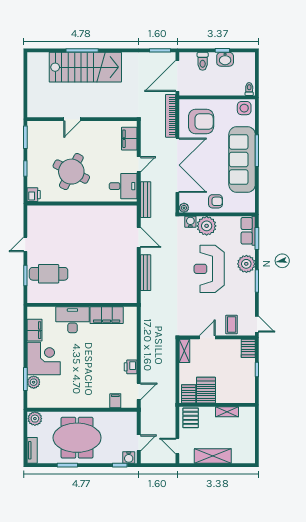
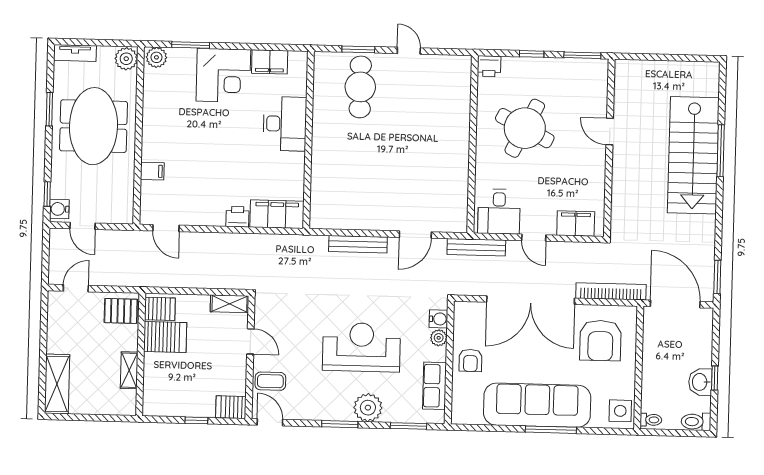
toilet: (203, 61) -> (696, 422), moved
plant: (184, 208) -> (461, 309), removed
plant: (207, 226) -> (439, 338), width x0.53, depth x0.53
row of seats: (248, 231) -> (434, 386), moved, turned -90
filing cabinet: (107, 315) -> (277, 214), moved, turned 90
door: (257, 324) -> (270, 422), swing flipped
printer: (131, 367) -> (237, 217), moved
plant: (34, 382) -> (156, 57), moved
filing cabinet: (115, 401) -> (152, 171), moved
shelving: (213, 456) -> (57, 384), moved

